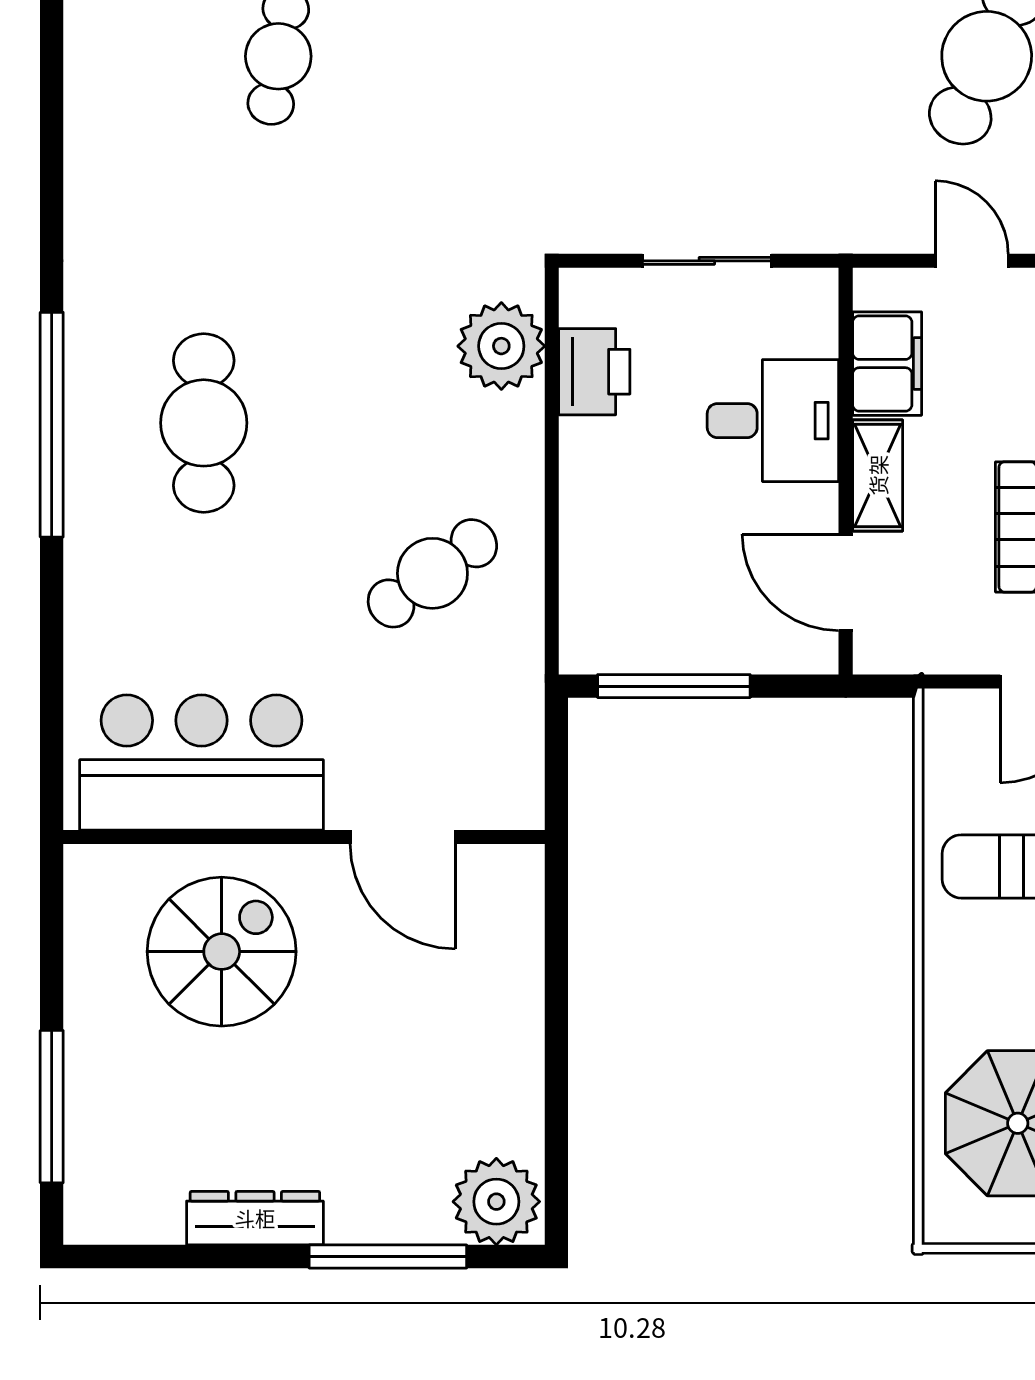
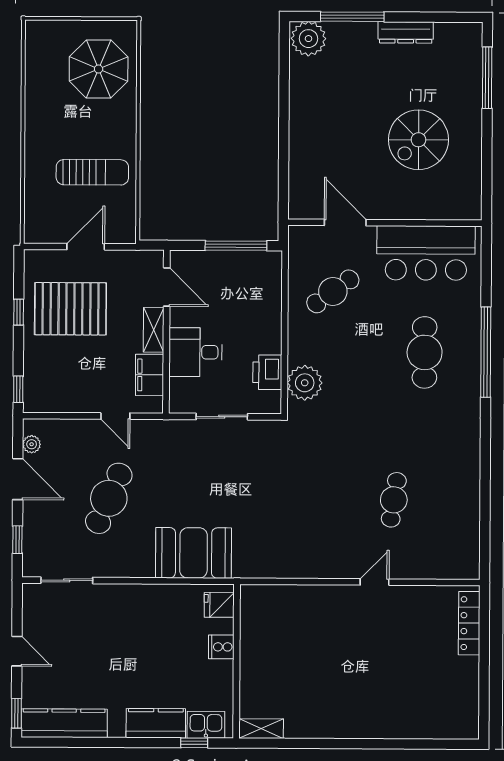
bar counter: (202, 762) -> (426, 253), moved
wall: (304, 837) -> (385, 223), moved
door: (403, 837) -> (345, 223), moved

